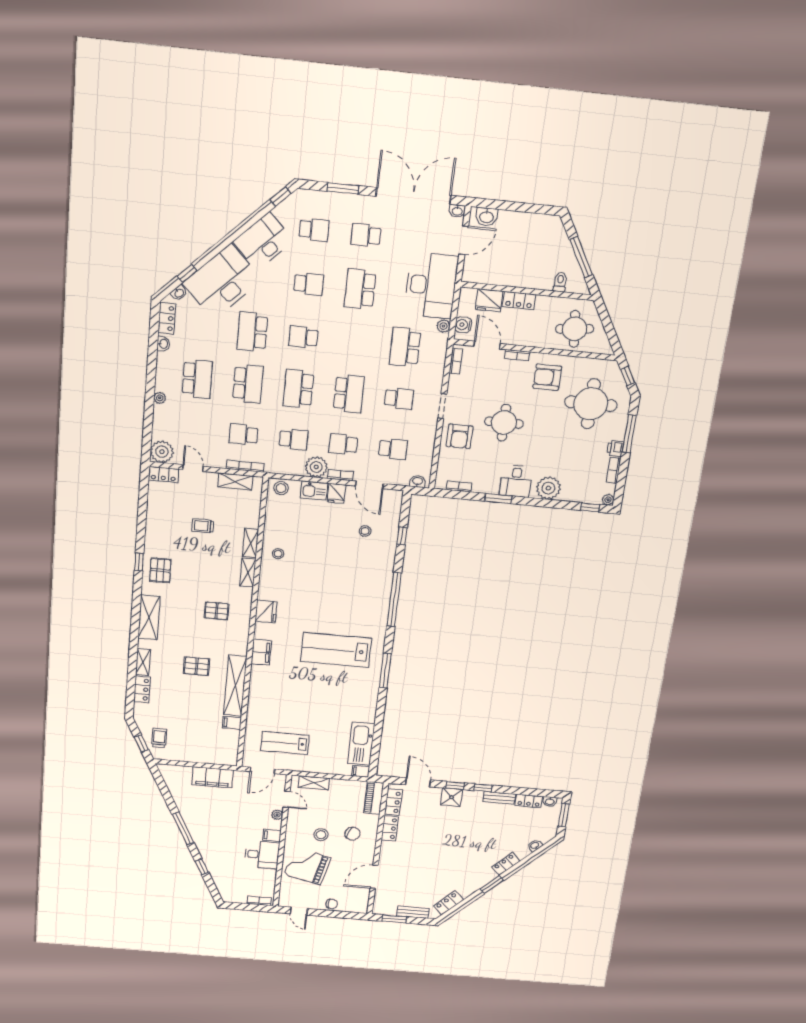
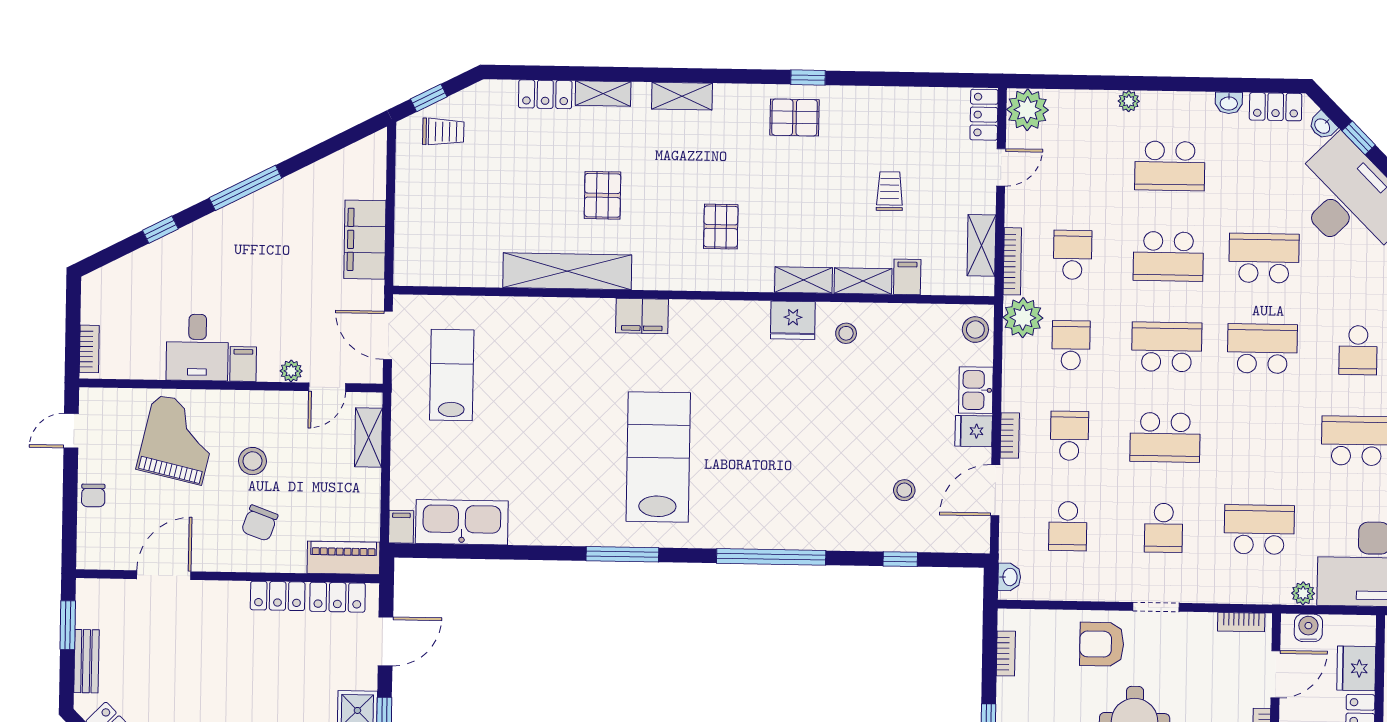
school desk: (303, 337) -> (1262, 349), width x1.85
school desk: (293, 439) -> (1071, 345), turned 180
plant: (316, 467) -> (1023, 318), moved
fridge: (266, 612) -> (793, 320), moved
shelving: (149, 617) -> (682, 96), width x0.67, depth x0.75
filing cabinet: (232, 723) -> (907, 277), moved
door: (374, 877) -> (164, 575), hinge flipped

